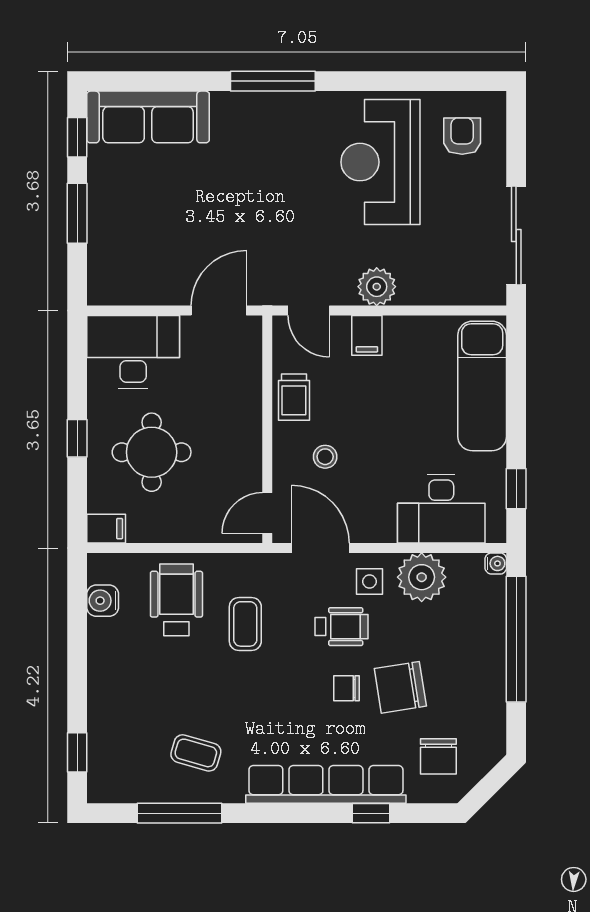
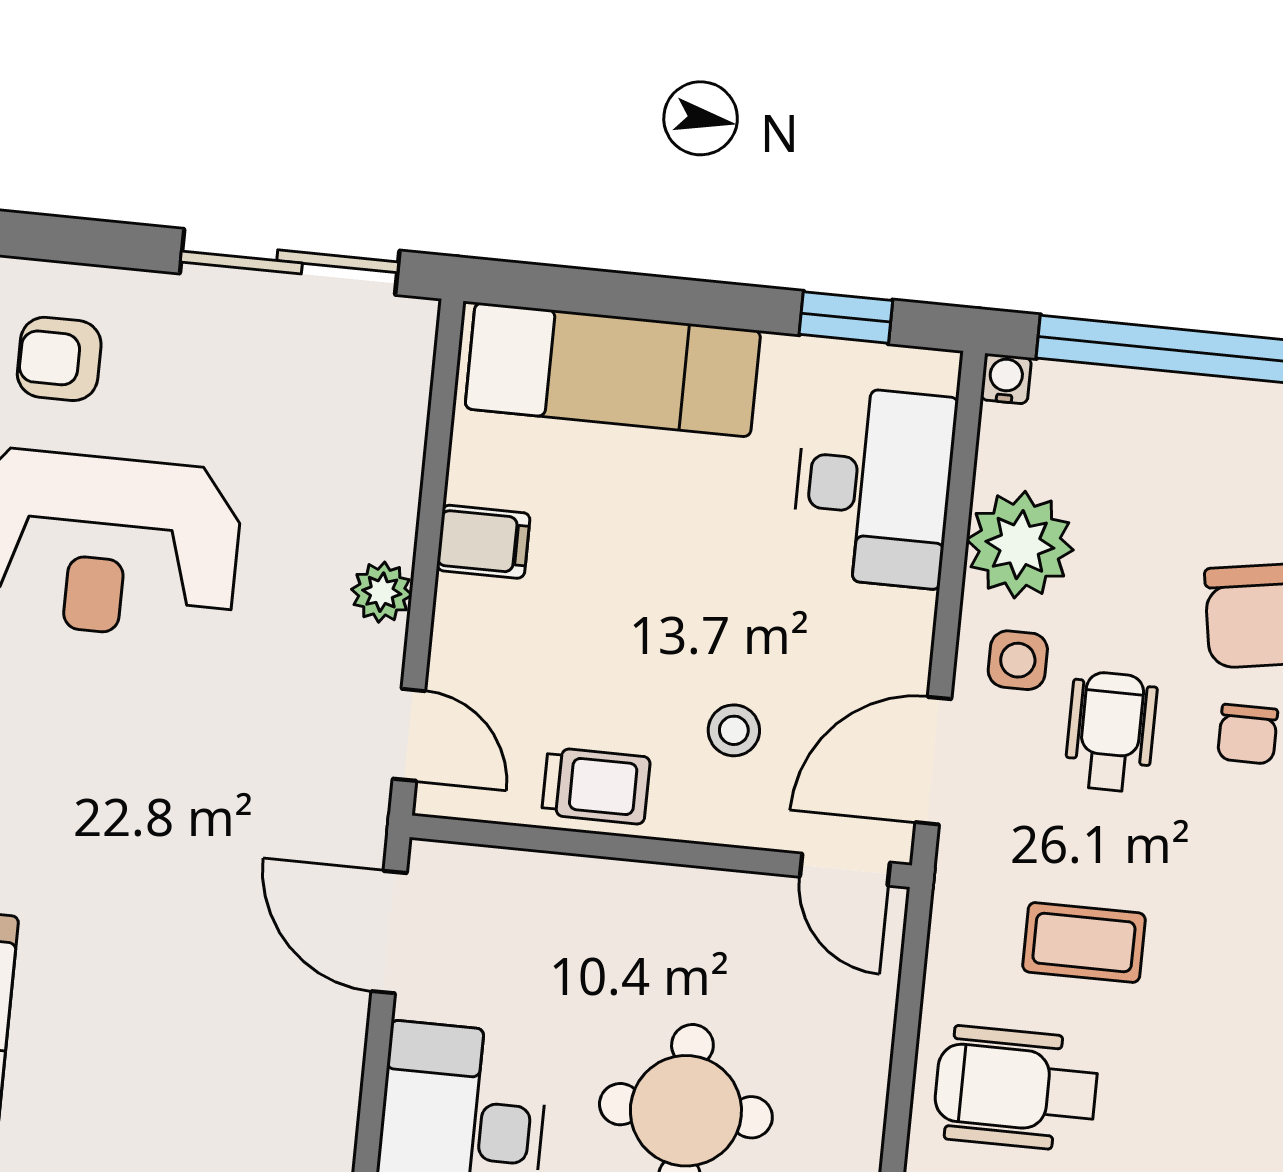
plant: (377, 287) -> (382, 592), width x0.73, depth x0.73
door: (309, 311) -> (409, 735), hinge flipped
filing cabinet: (367, 335) -> (483, 542), moved

